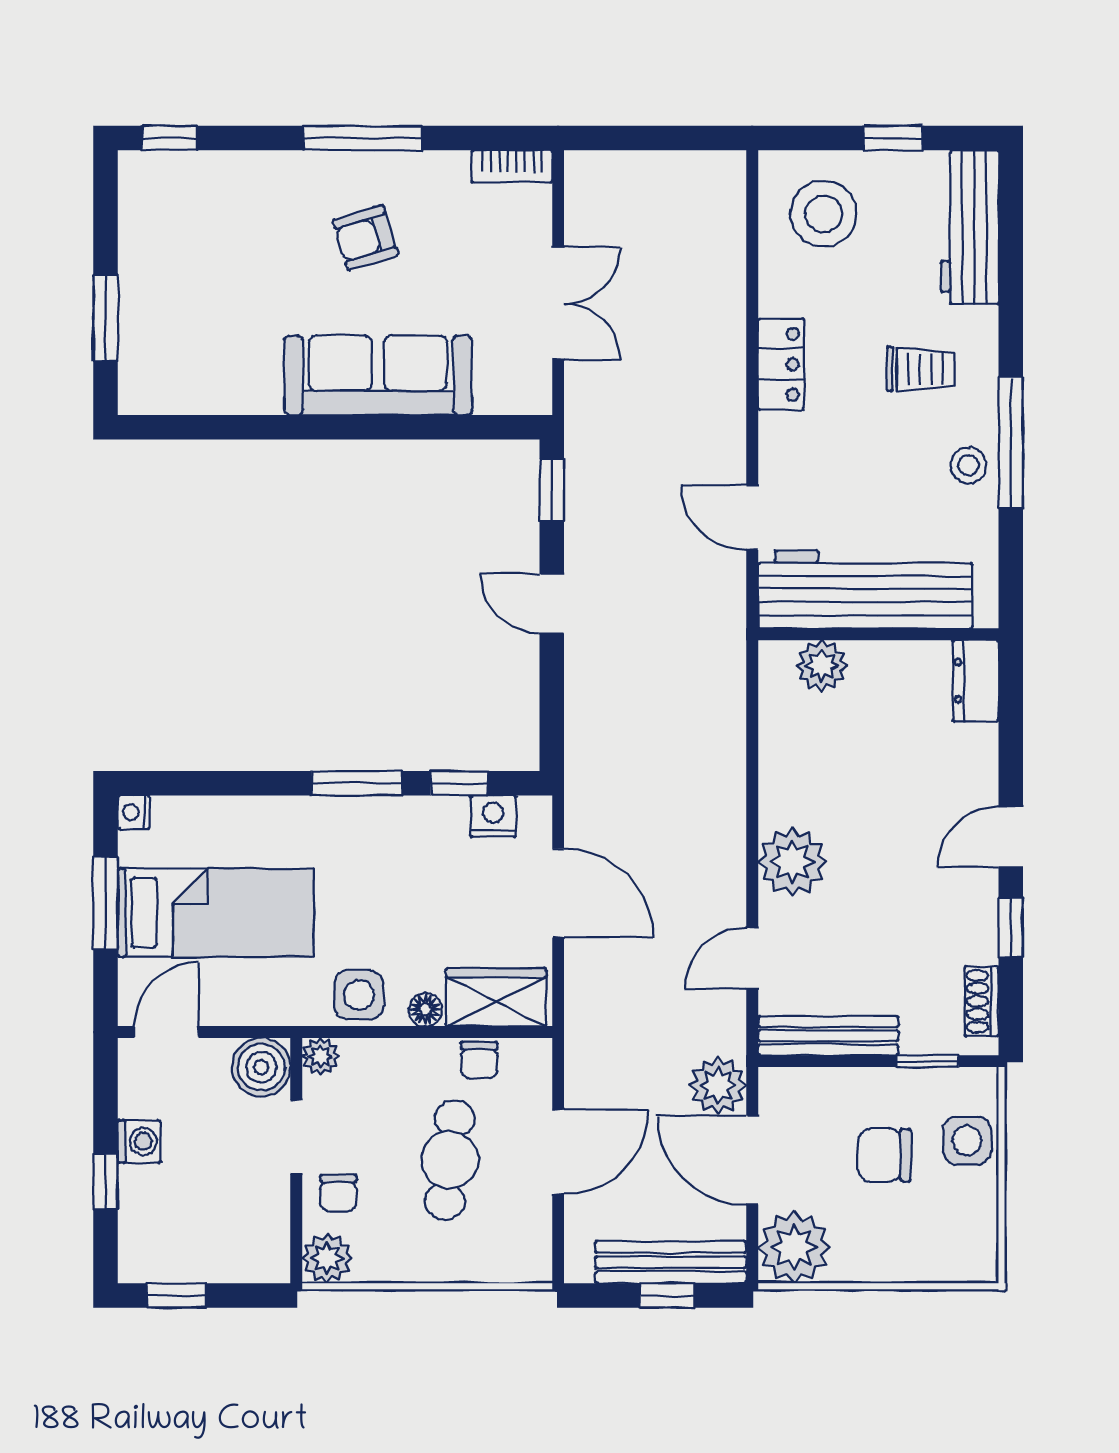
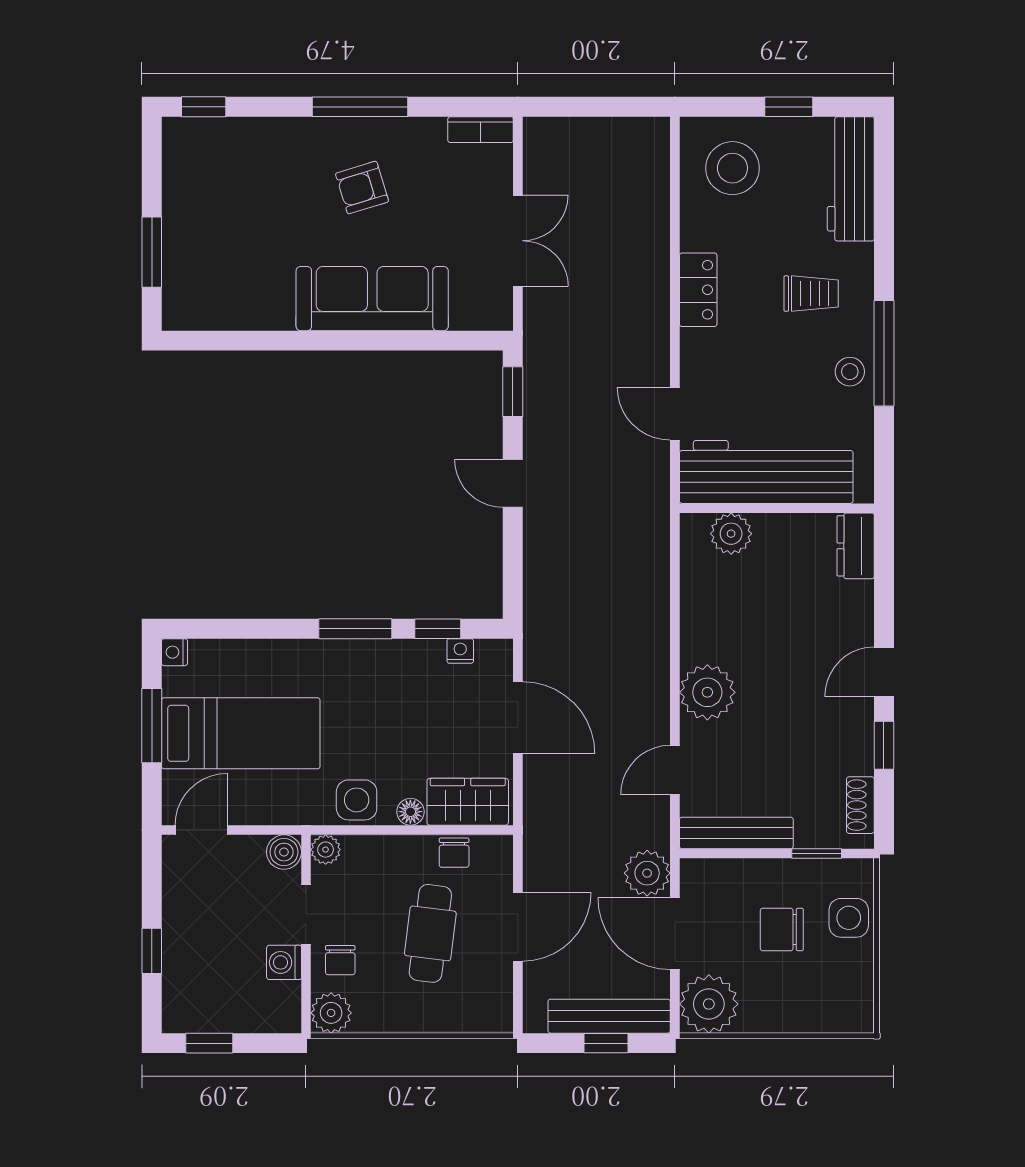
nightstand: (493, 816) -> (460, 651), width x0.72, depth x0.74
boiler: (261, 1067) -> (284, 852), width x0.73, depth x0.73
washing machine: (139, 1141) -> (284, 962), moved, turned 180

